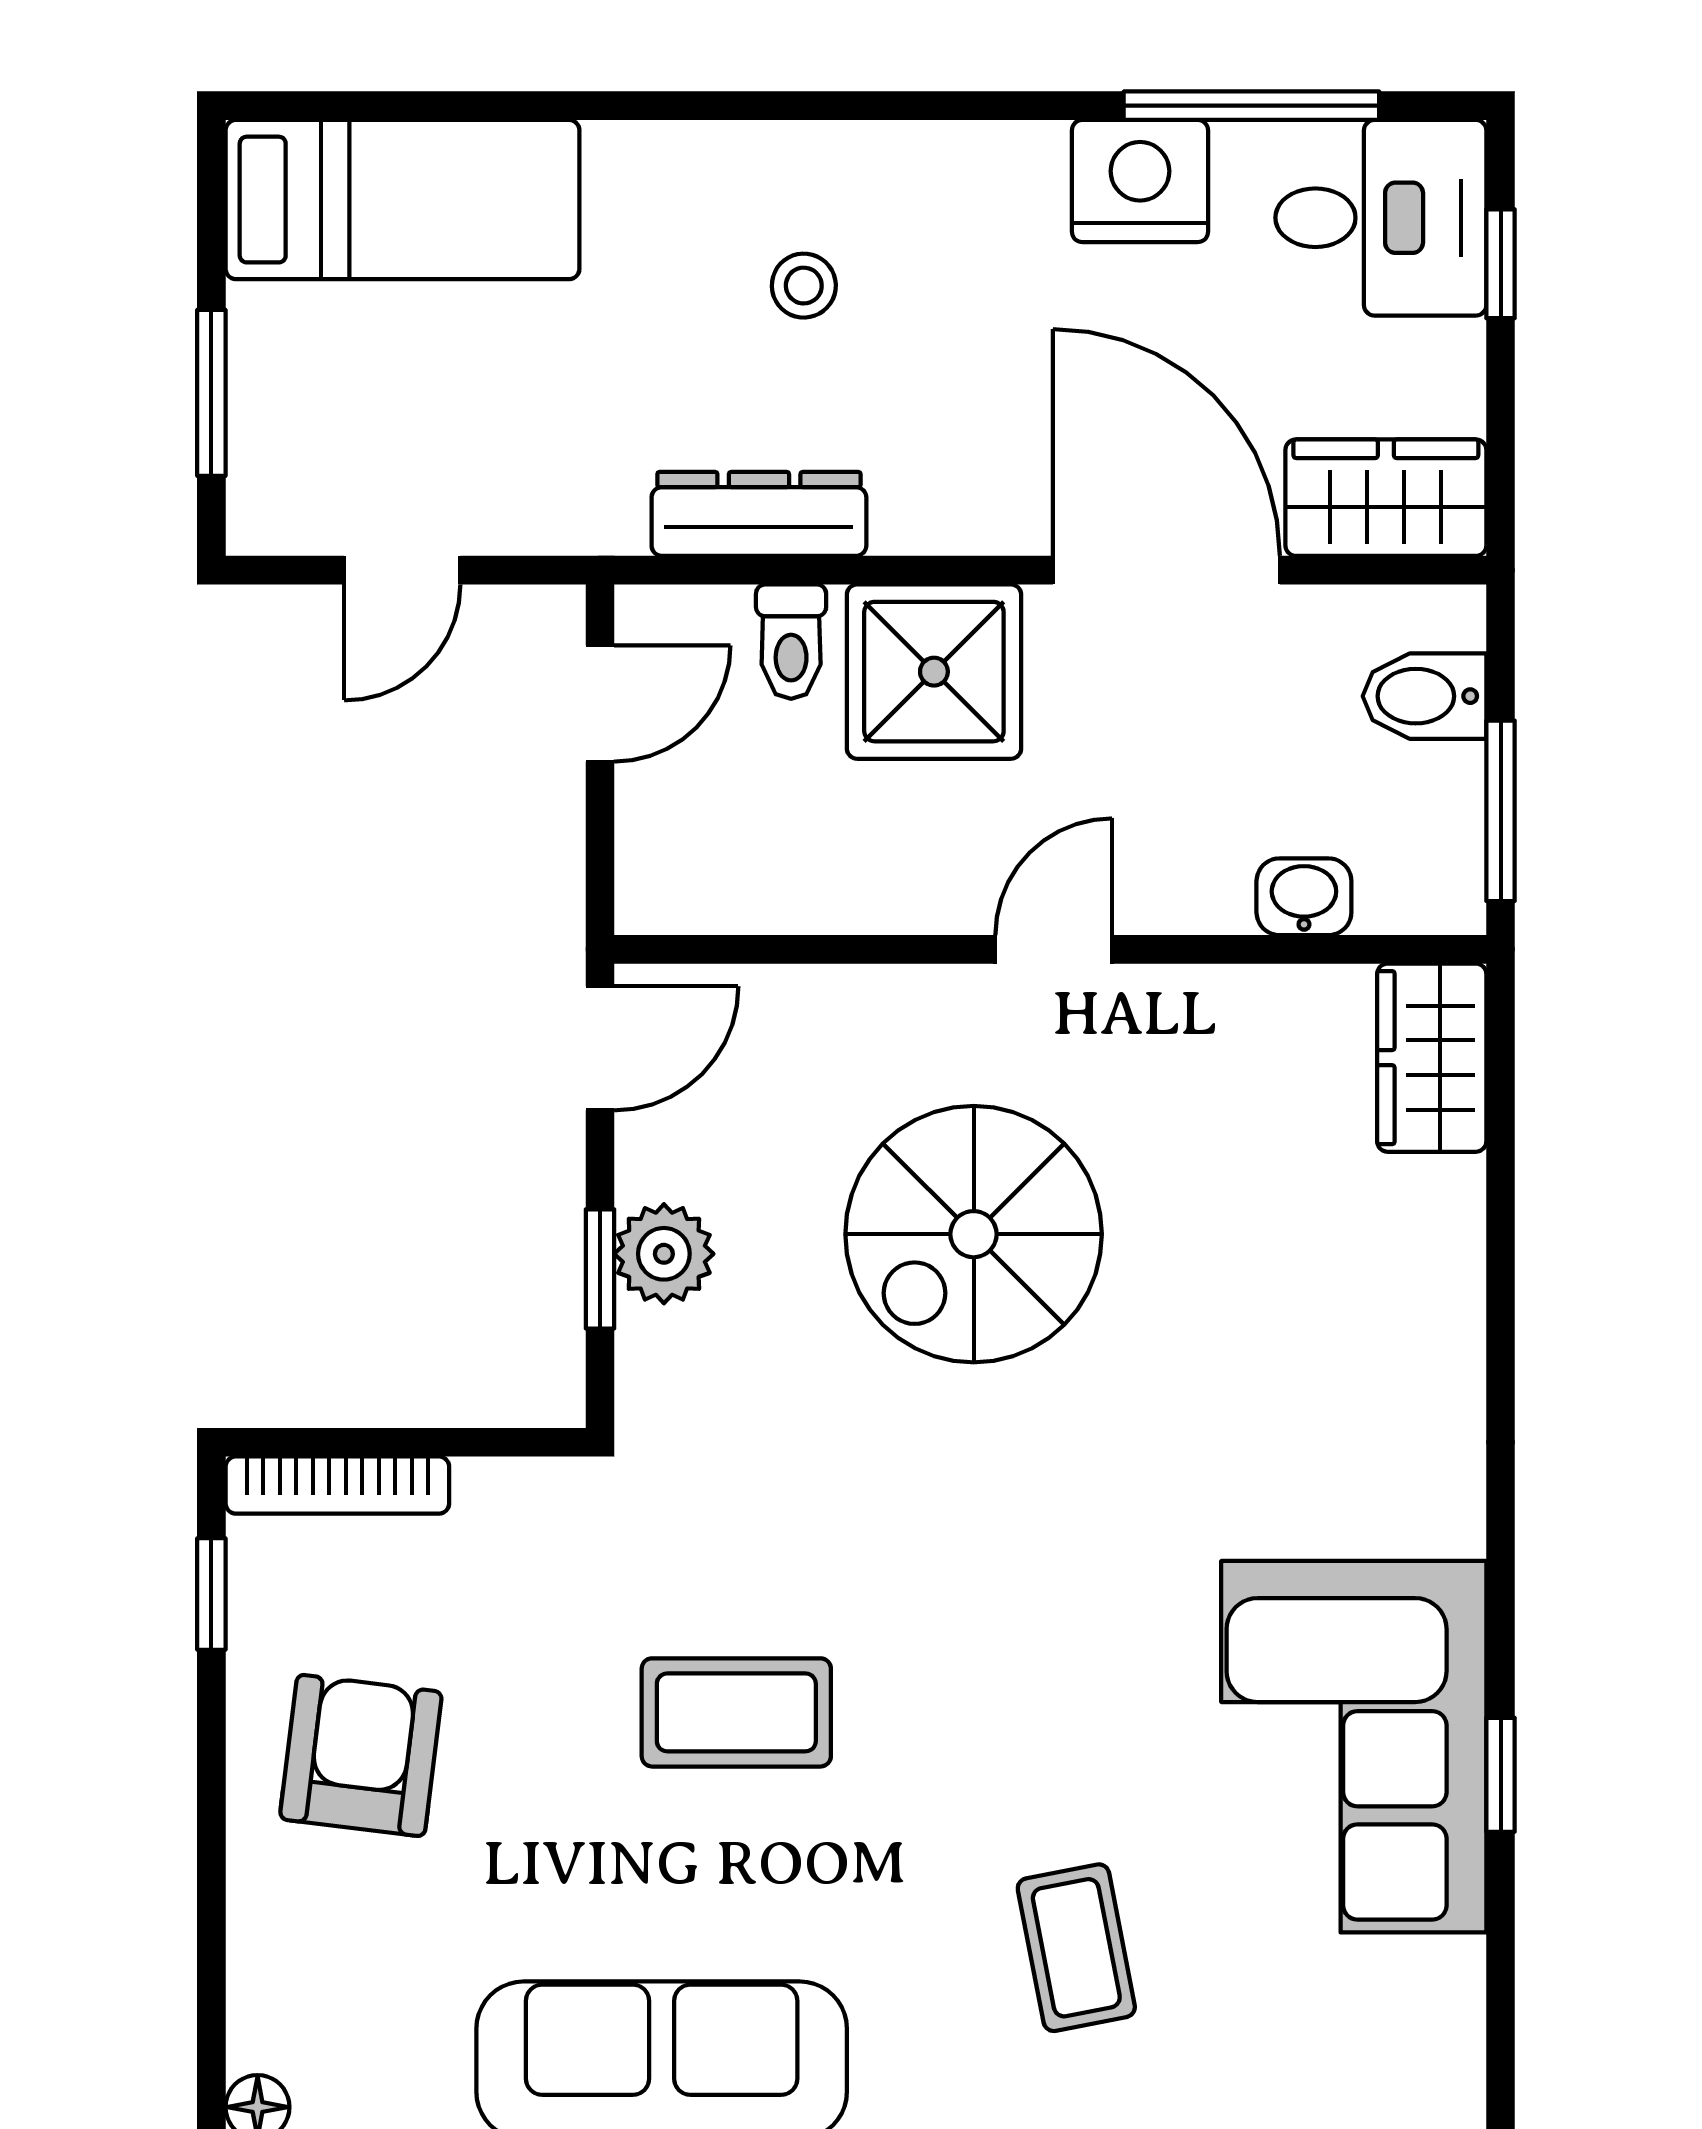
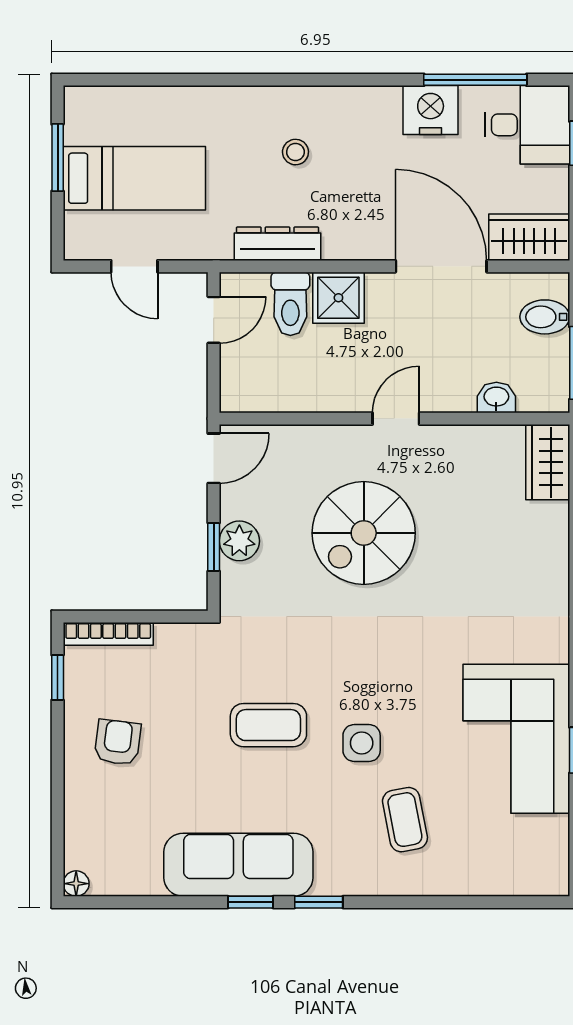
bed: (402, 200) -> (134, 178), moved
window: (211, 393) -> (58, 158), moved
door: (402, 570) -> (134, 266), hinge flipped
toilet: (791, 642) -> (290, 304), width x1.37, depth x1.39
shower: (934, 672) -> (338, 298), width x0.73, depth x0.73
armchair: (361, 1755) -> (118, 742), width x0.72, depth x0.72
side table: (968, 1757) -> (362, 743), added

